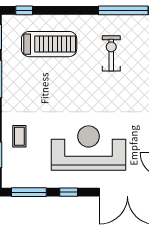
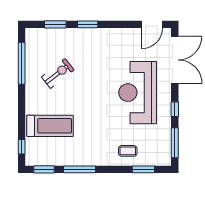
treadmill: (49, 44) -> (50, 126), turned 90
exercise bike: (111, 53) -> (58, 73), turned 142

